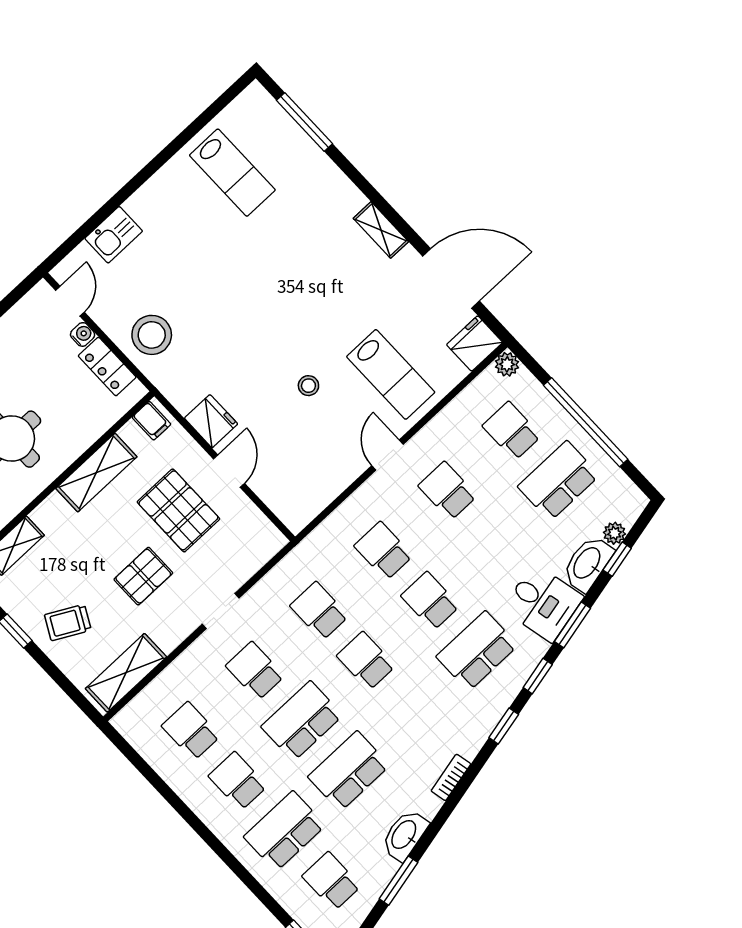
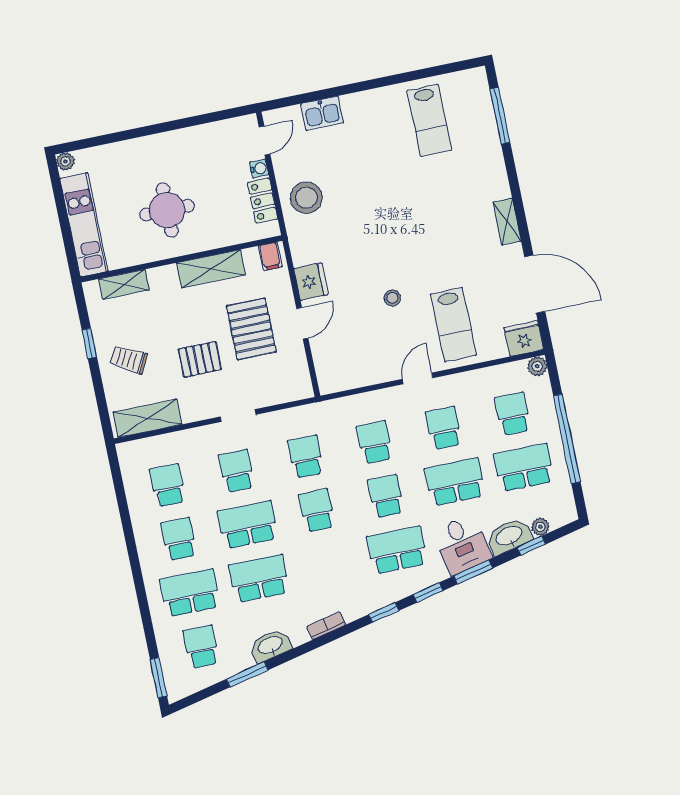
school desk: (494, 541) -> (455, 482), added

